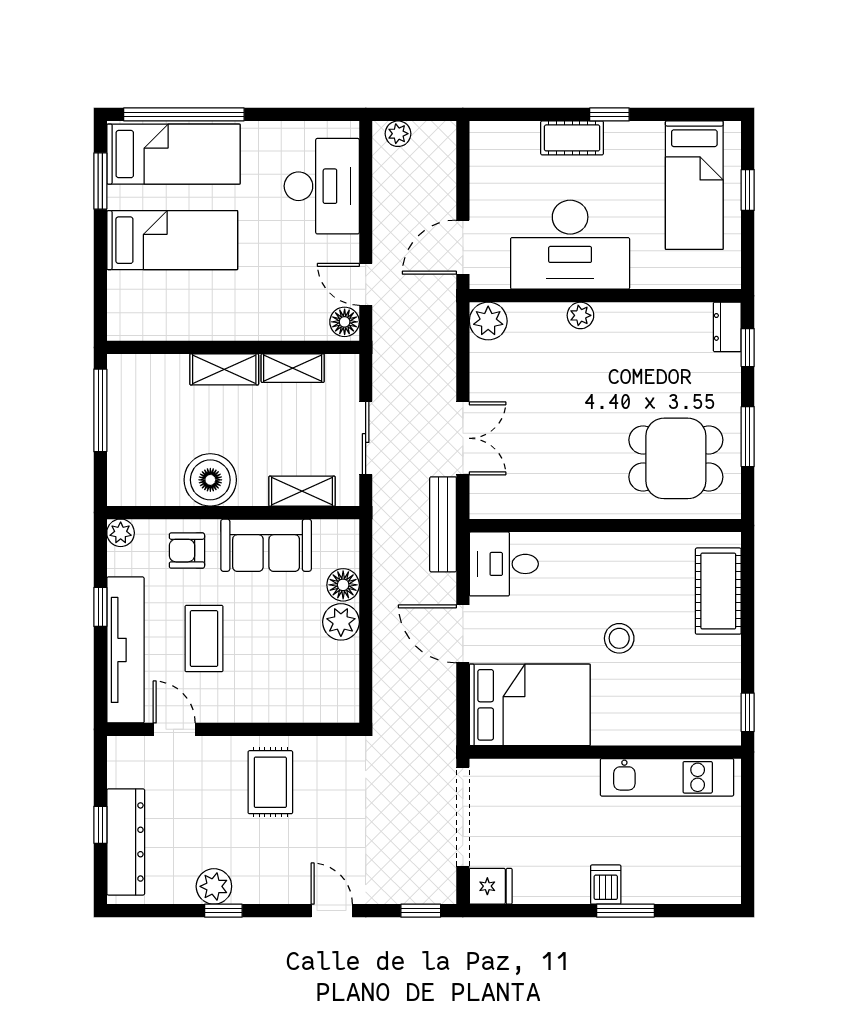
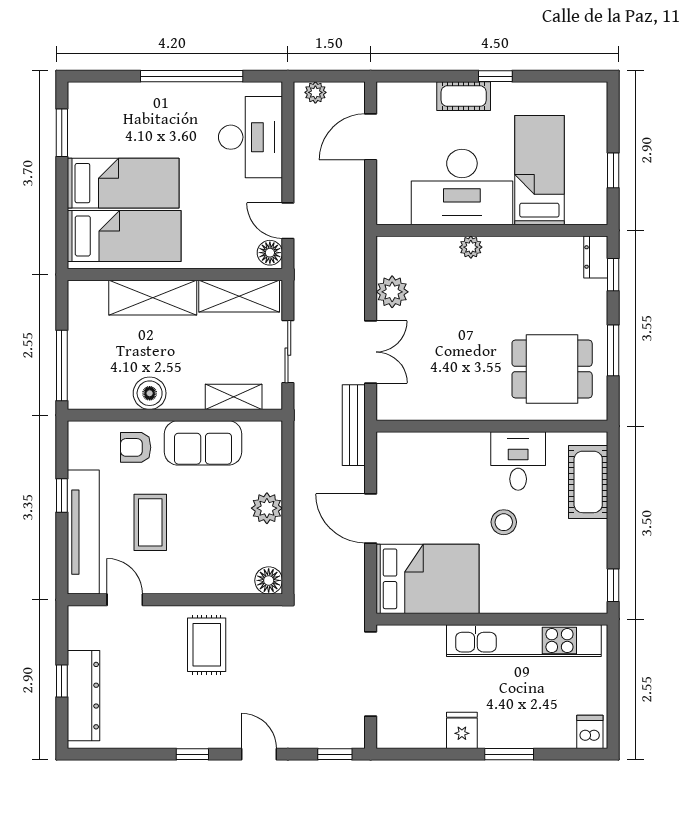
window: (184, 114) -> (192, 76), moved
bed: (173, 154) -> (124, 236), moved
bed: (694, 185) -> (539, 170), moved, turned 180
window: (748, 190) -> (613, 170), moved
door: (463, 247) -> (371, 137), moved
plant: (488, 321) -> (392, 292), moved
shelving: (293, 368) -> (239, 296), width x1.50, depth x1.33
shelving: (224, 369) -> (153, 298), width x1.50, depth x1.33
window: (100, 410) -> (62, 365), moved
boiler: (210, 480) -> (150, 393), width x0.73, depth x0.73
plant: (121, 533) -> (79, 432), removed
desk: (504, 564) -> (518, 461), moved, turned 90
floor lamp: (343, 585) -> (269, 580), moved
kitchen unit: (667, 777) -> (524, 641), width x1.36
dishwasher: (606, 885) -> (590, 732), moved
plant: (214, 886) -> (159, 734), removed
fridge: (491, 886) -> (462, 730), moved, turned -90
window: (223, 911) -> (192, 754), moved

